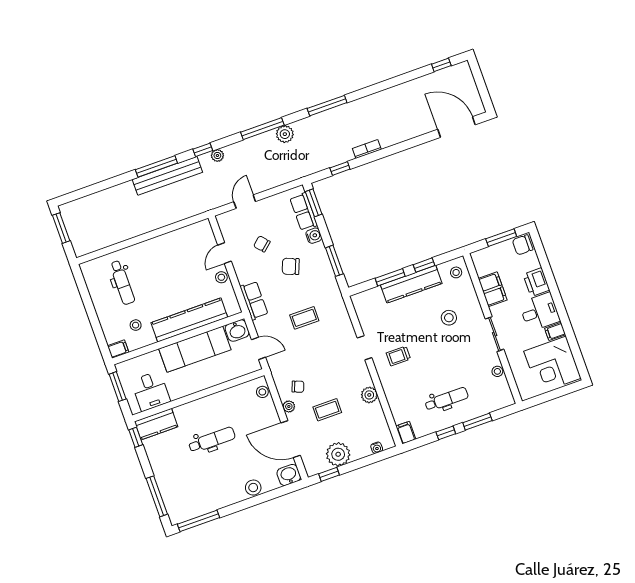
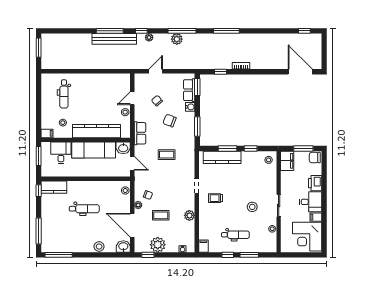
plant: (285, 134) -> (177, 39), moved
kitchen counter: (411, 284) -> (222, 157), moved
filing cabinet: (493, 289) -> (287, 161), moved
stool: (449, 318) -> (252, 207), moved
desk: (151, 391) -> (61, 153), moved, turned 180

